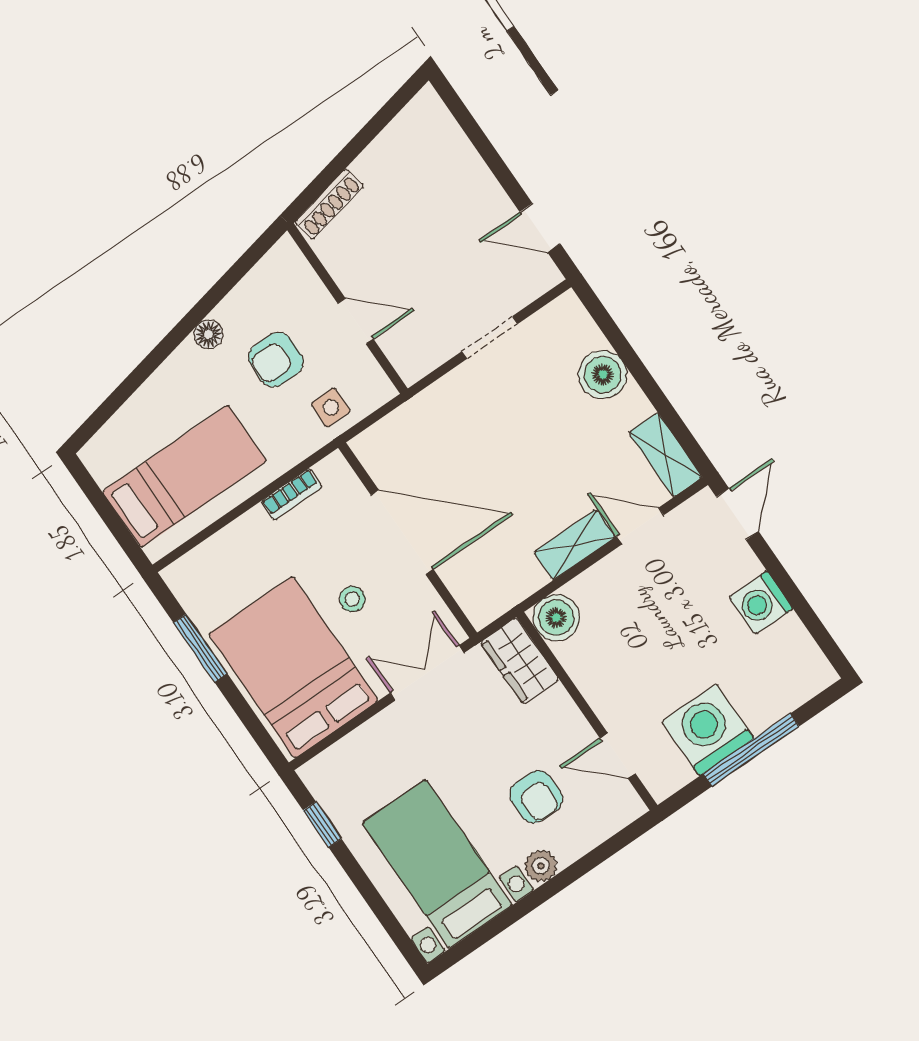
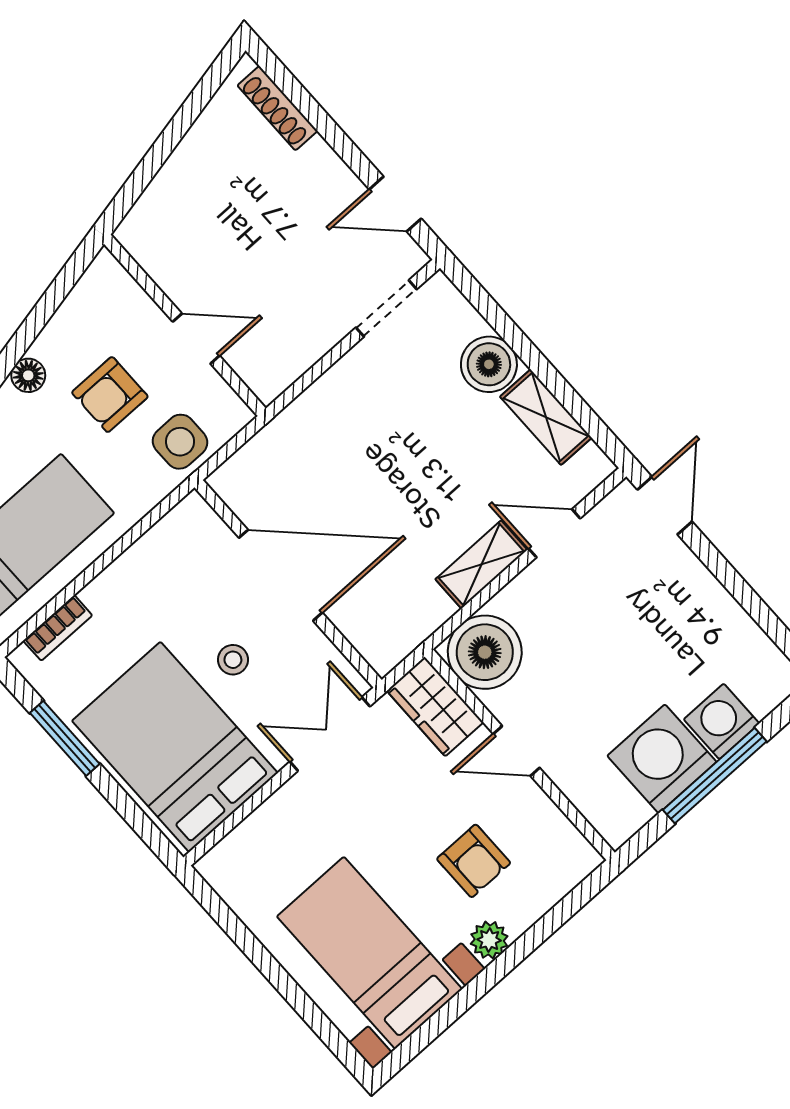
shoe rack: (329, 204) -> (277, 108), moved, turned 102
doorway: (490, 338) -> (386, 308), moved
side table: (331, 407) -> (180, 442), width x1.37, depth x1.37
shelving: (666, 455) -> (546, 417), moved
bookcase: (291, 494) -> (58, 628), moved
washing machine: (761, 603) -> (722, 721), moved, turned 90
boiler: (556, 618) -> (485, 652), width x1.37, depth x1.37
door: (618, 756) -> (516, 751), moved
window: (322, 825) -> (231, 924), removed

